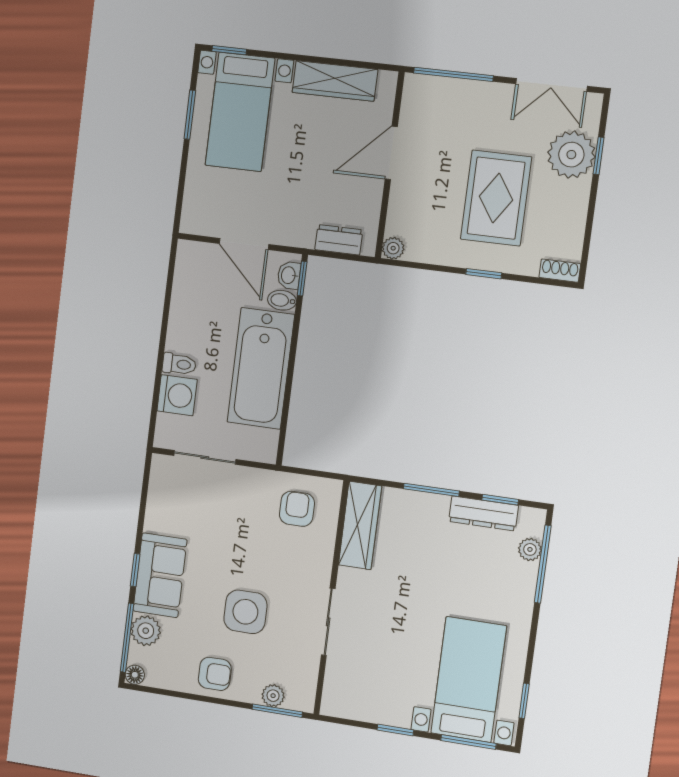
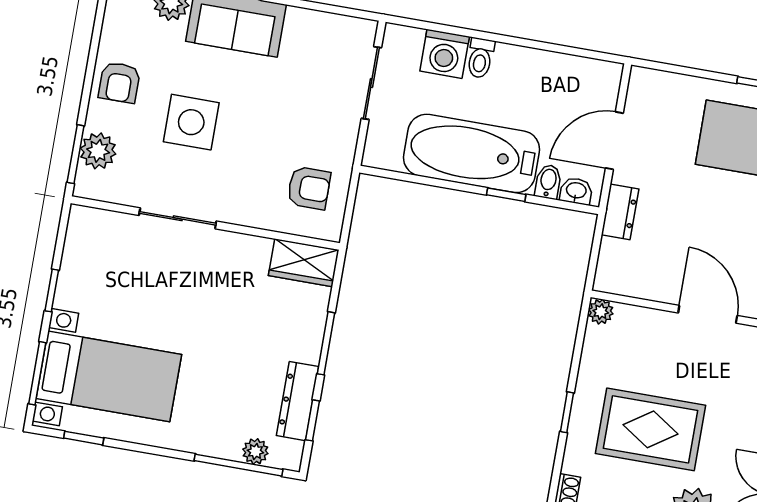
dresser: (339, 240) -> (620, 212), moved
window: (302, 279) -> (506, 195), moved
wardrobe: (360, 525) -> (304, 263), width x0.67
plant: (273, 696) -> (98, 151), width x1.38, depth x1.38

